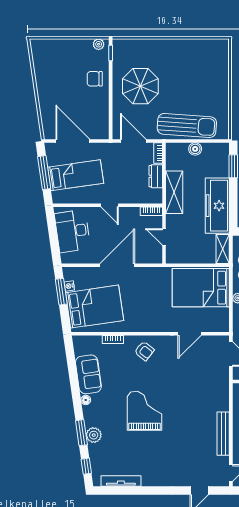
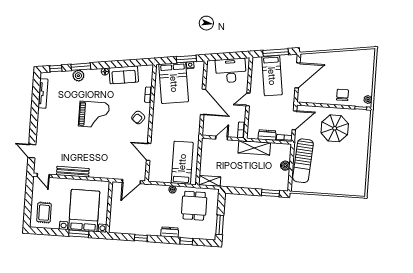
freezer: (217, 206) -> (242, 179), removed
bed: (201, 288) -> (182, 163), width x0.67

